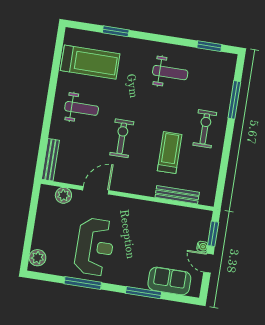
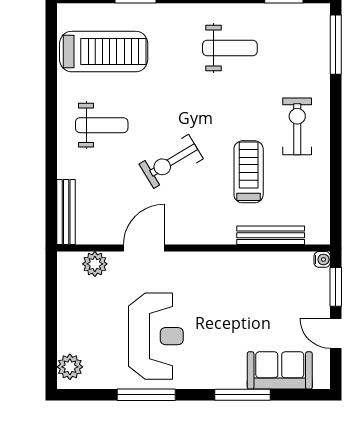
window: (234, 100) -> (336, 45), moved
exercise bike: (122, 138) -> (171, 161), turned -121
water cooler: (202, 247) -> (322, 259), moved

